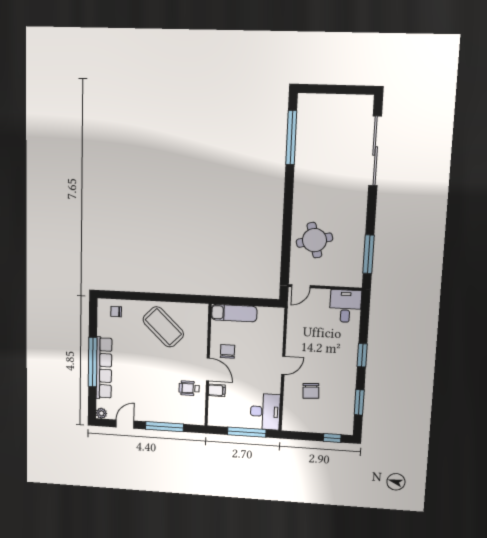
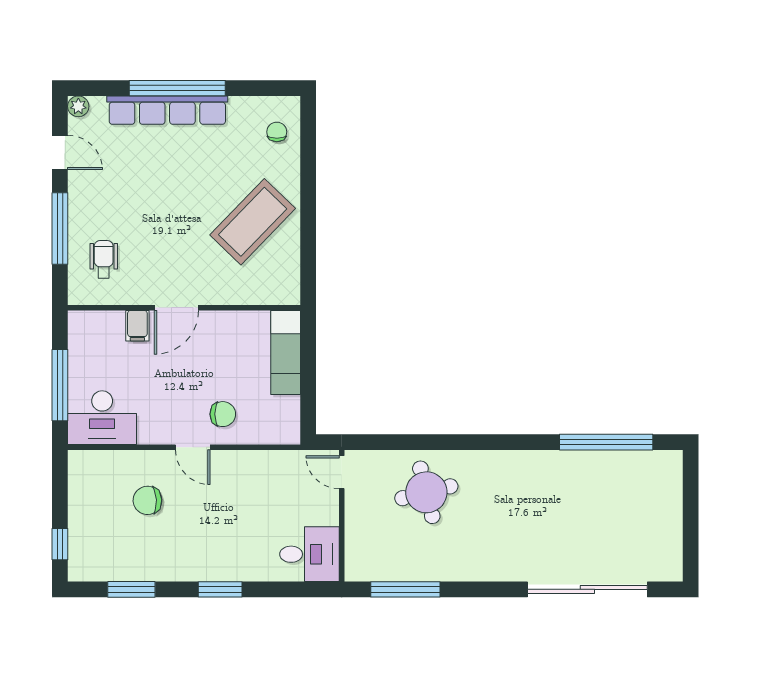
chair: (228, 351) -> (223, 414), moved
wheelchair: (189, 388) -> (104, 259), moved

